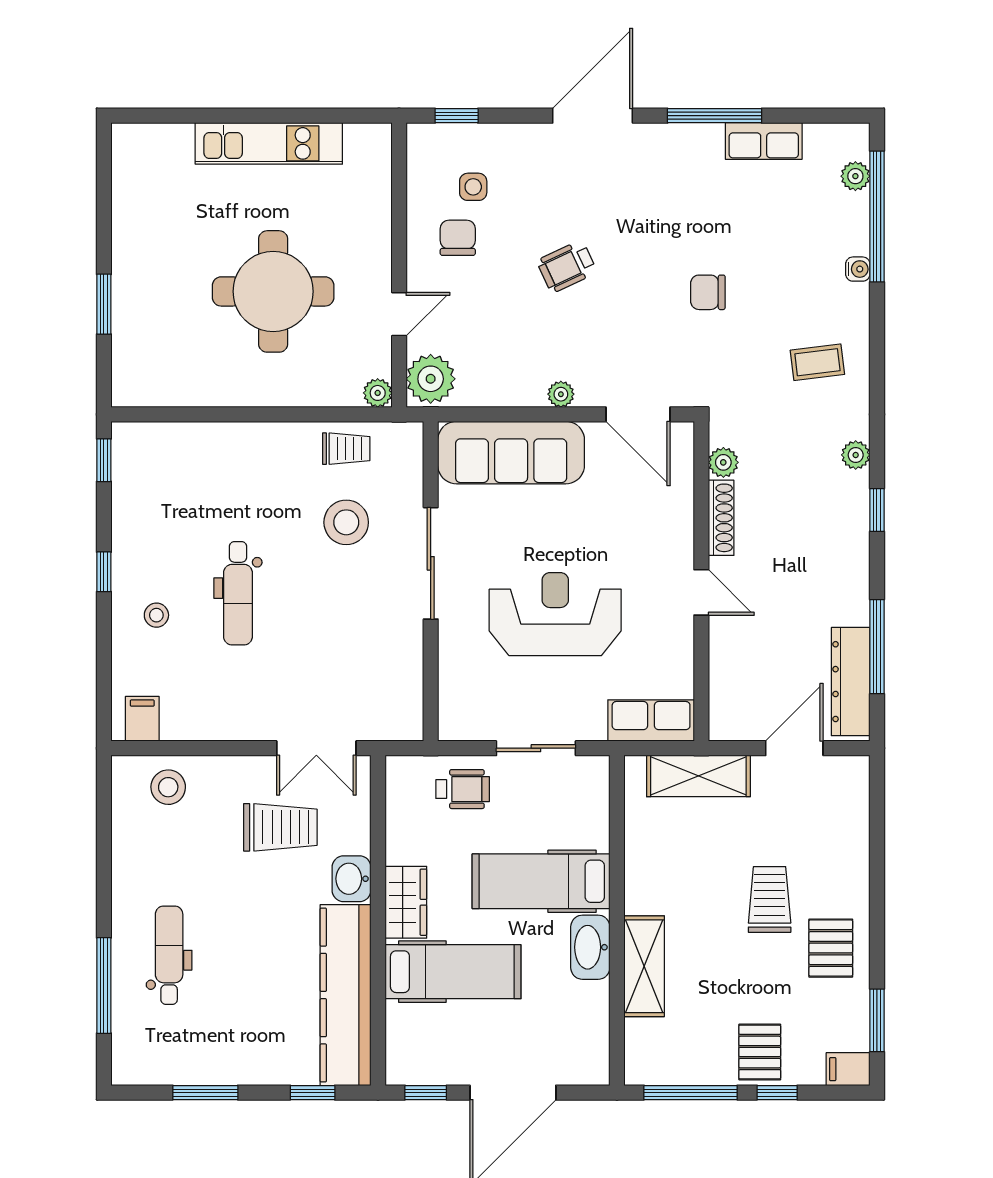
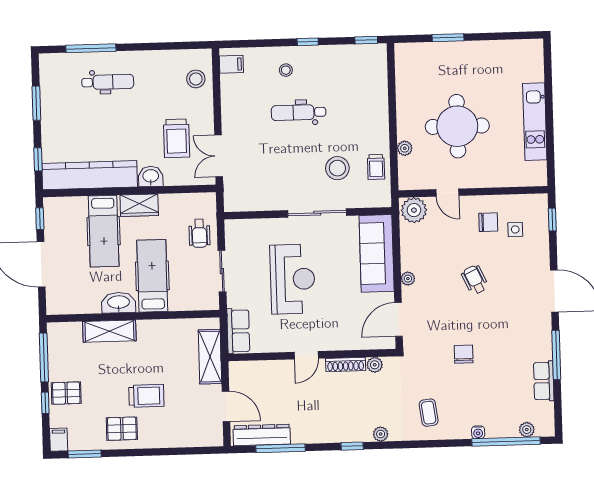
plant: (378, 393) -> (405, 148), moved

